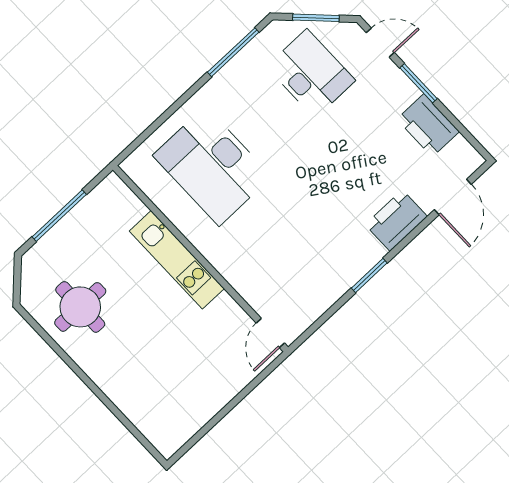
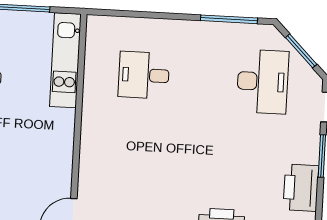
desk: (212, 166) -> (144, 75), width x0.53, depth x0.77
kitchen unit: (177, 260) -> (65, 60), moved

